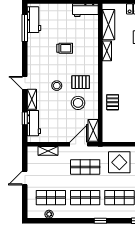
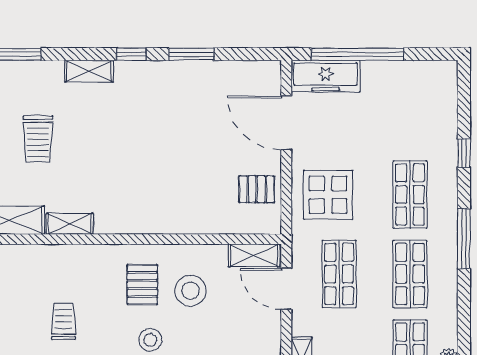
pallet: (113, 102) -> (257, 189), moved
window: (100, 221) -> (464, 239), width x2.17

